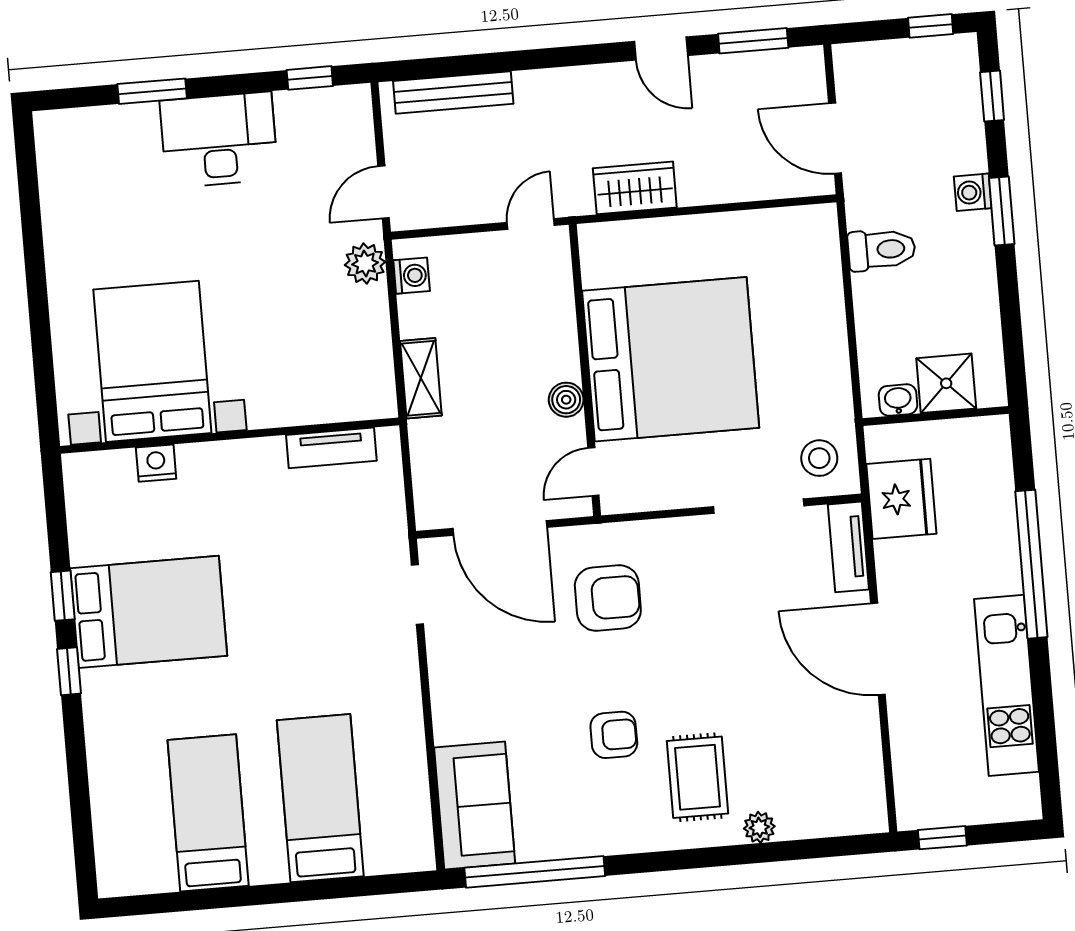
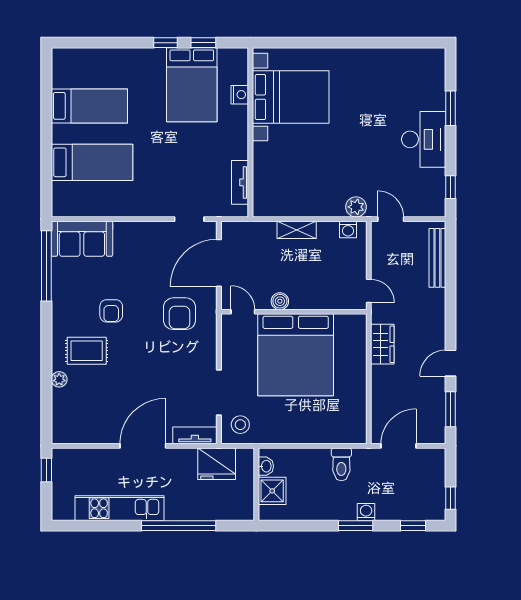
bed with nightstands: (152, 361) -> (291, 97), moved
wall: (230, 436) -> (250, 132), moved
tv unit: (331, 448) -> (240, 182), moved
nightstand: (156, 463) -> (240, 95), moved

